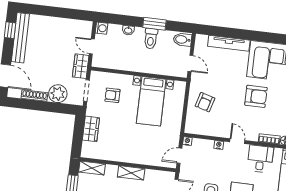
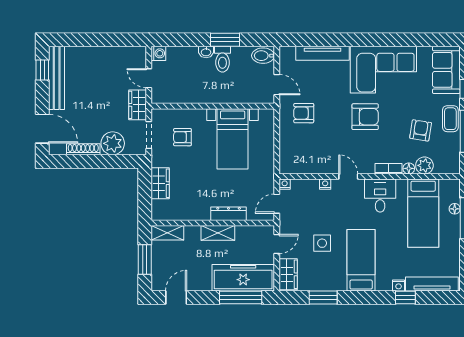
washbasin: (128, 30) -> (206, 52), moved
armchair: (205, 102) -> (304, 113), moved, turned 74
dresser: (141, 159) -> (229, 214), added

